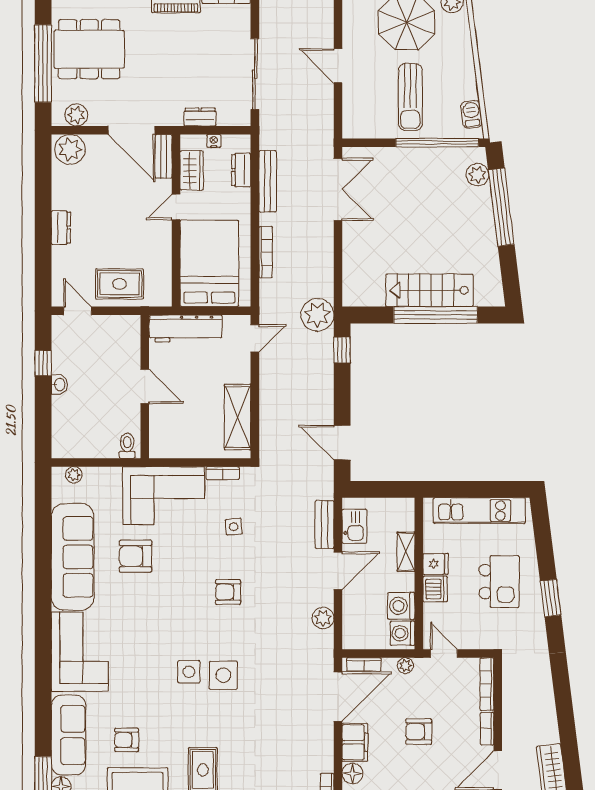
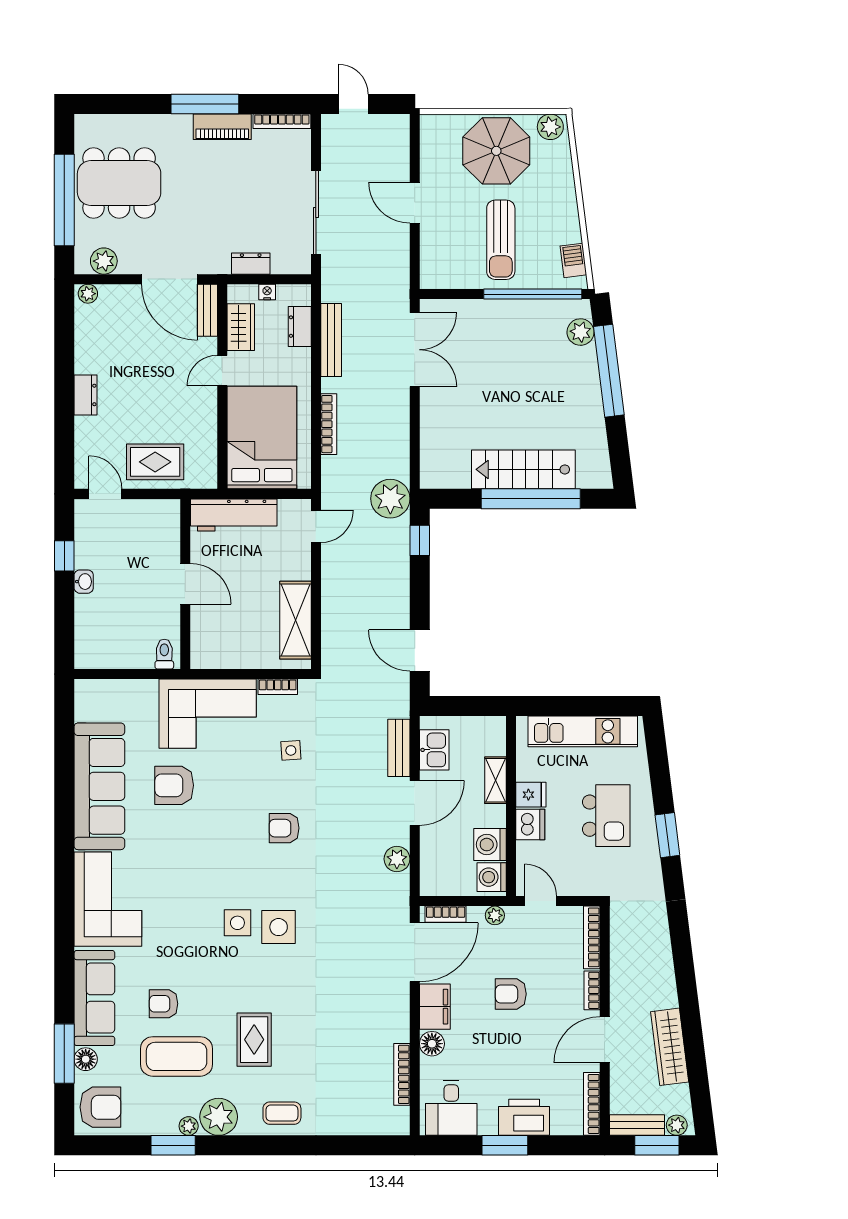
plant: (70, 149) -> (88, 294), width x0.53, depth x0.53
plant: (74, 475) -> (101, 689), removed

